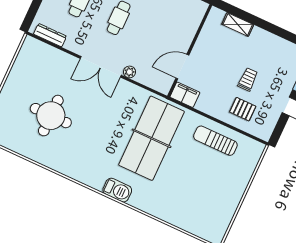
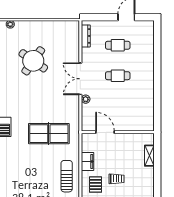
filing cabinet: (185, 95) -> (87, 161), moved
round table: (51, 116) -> (33, 61), turned 35
table tennis table: (151, 138) -> (49, 134), width x0.73, depth x0.76

